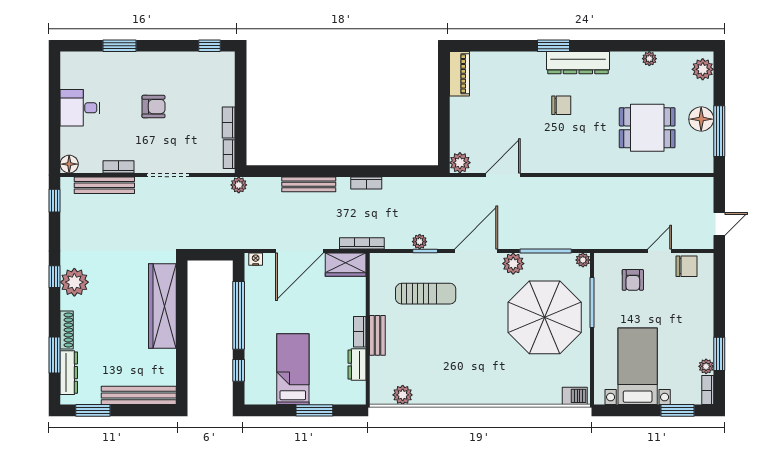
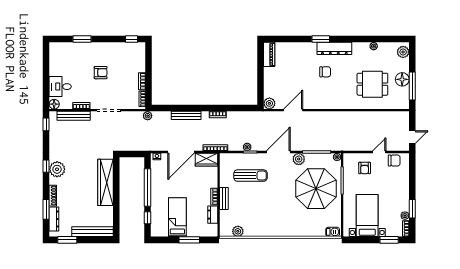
desk: (80, 108) -> (60, 87), moved

